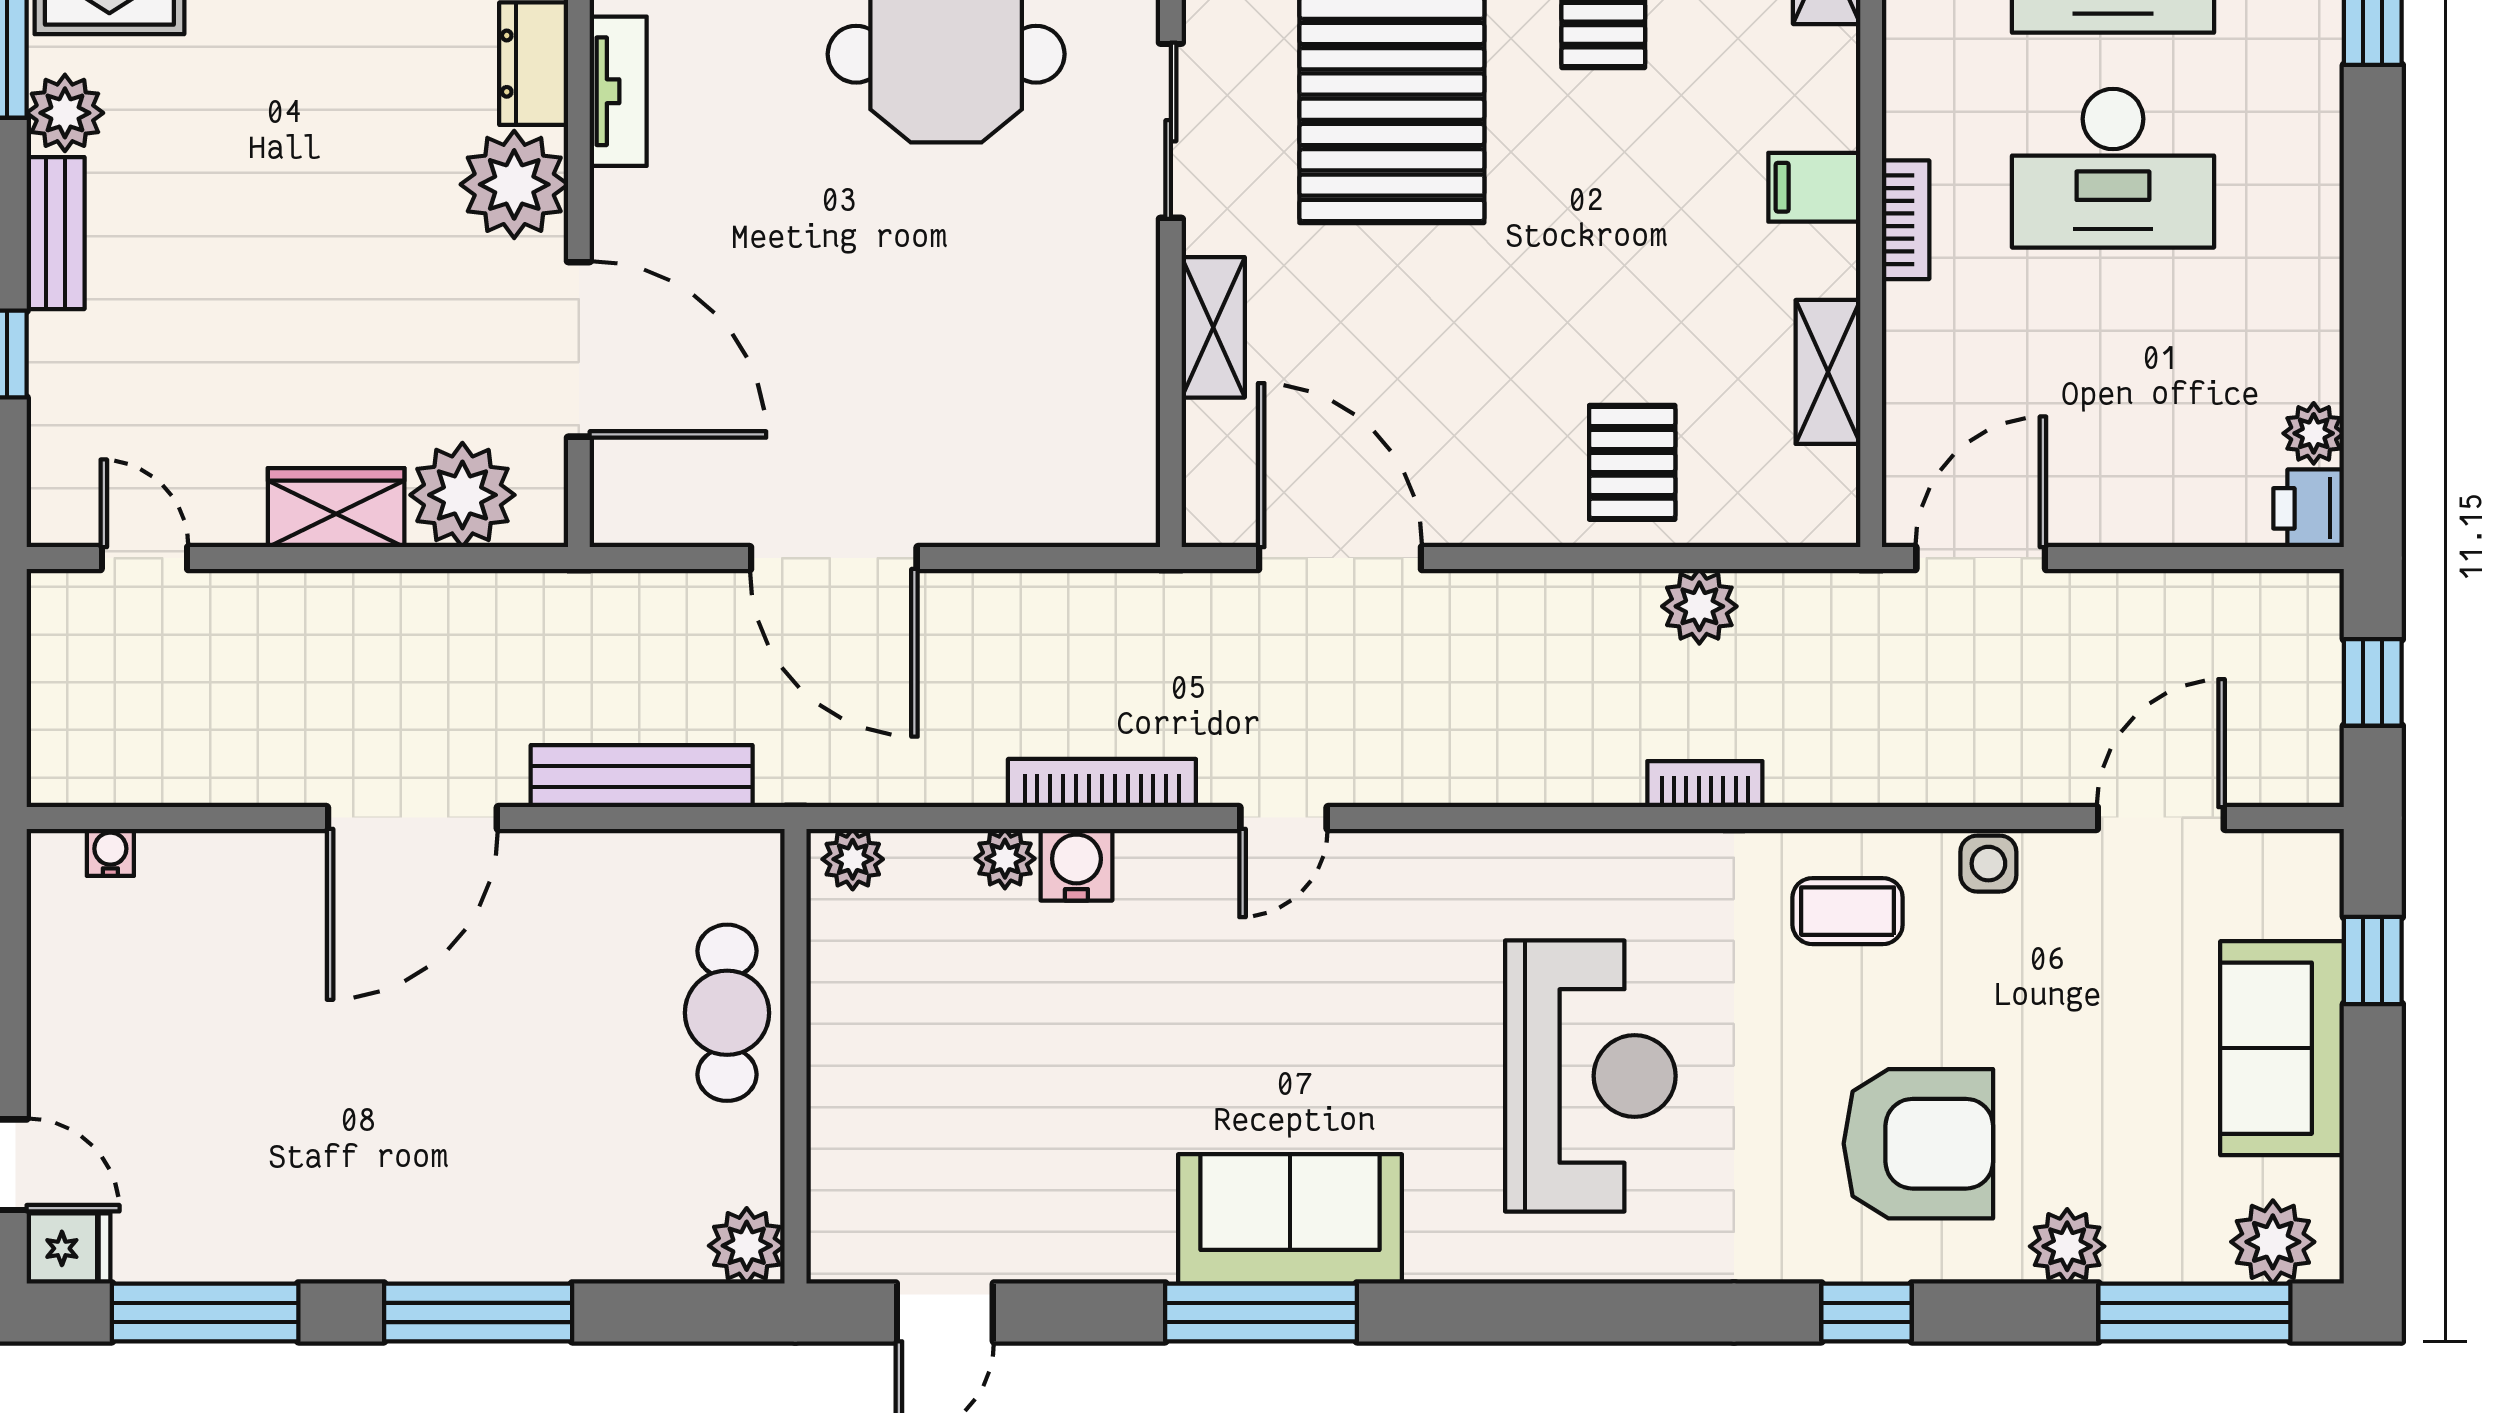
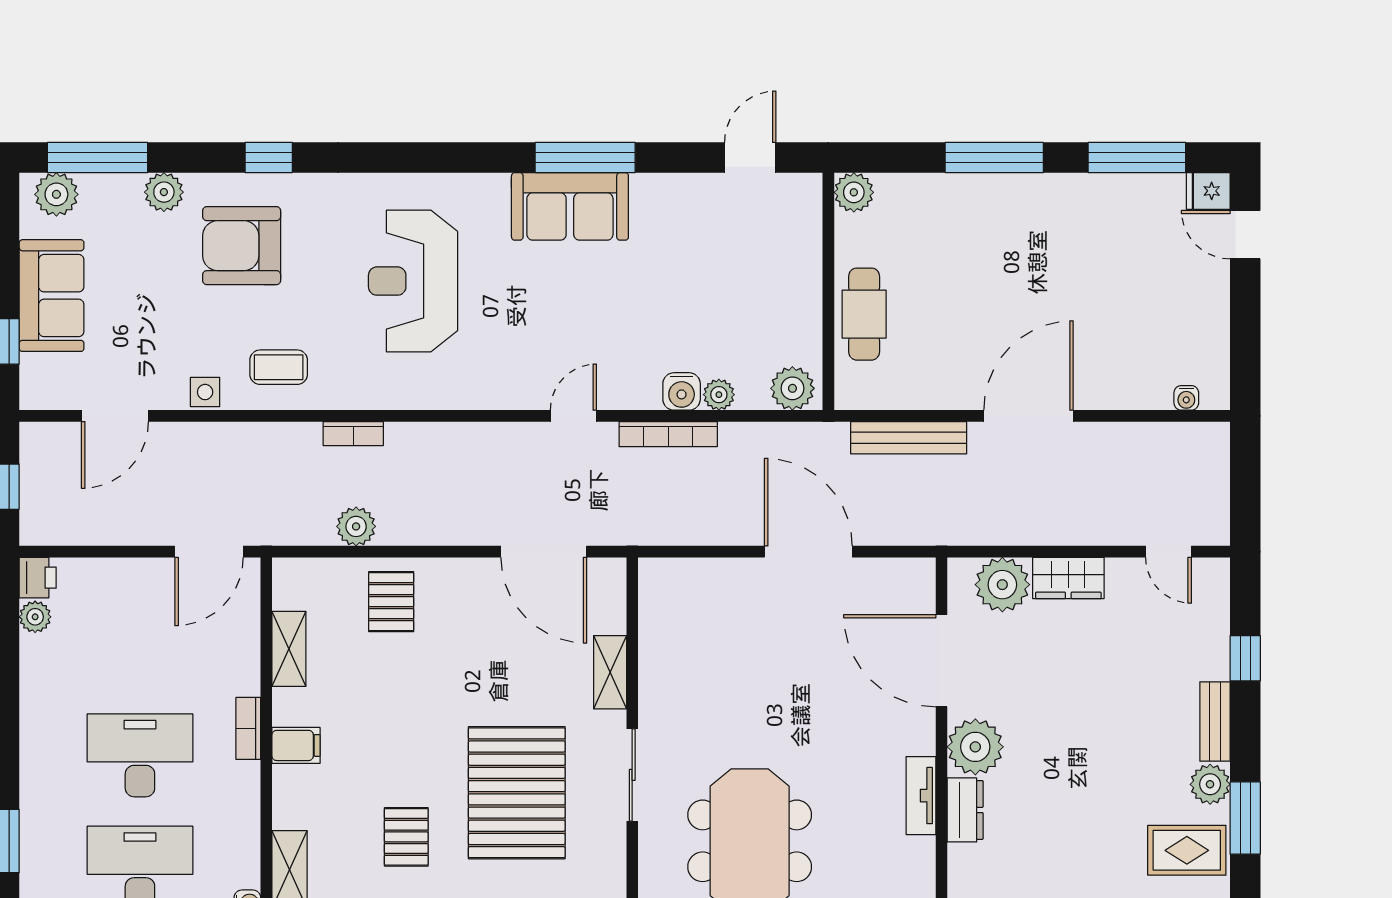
plant: (853, 859) -> (792, 388), width x1.38, depth x1.38

